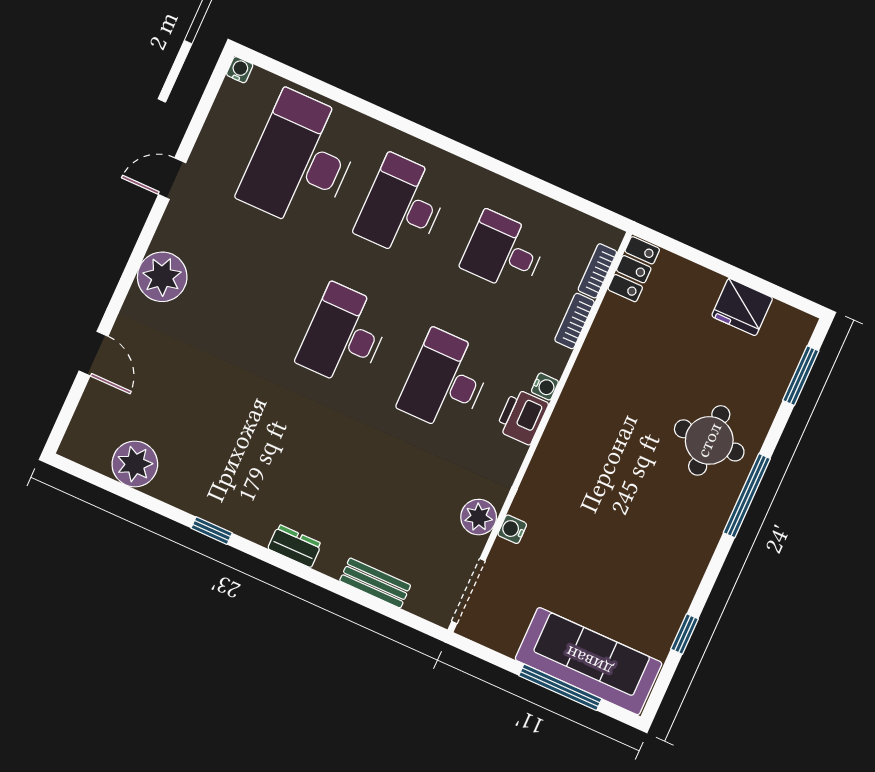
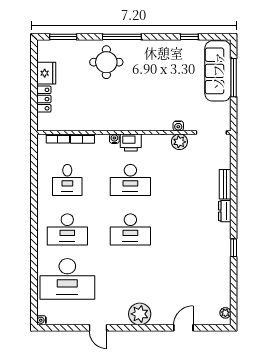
locker: (634, 269) -> (44, 99), moved, turned 90
plant: (135, 464) -> (225, 313), moved, width x0.53, depth x0.53
bench: (375, 583) -> (225, 184), moved

